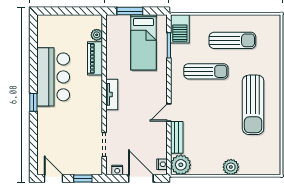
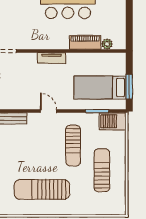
window: (130, 11) -> (129, 87), moved
sun lounger: (232, 40) -> (102, 170), turned 180
door: (169, 113) -> (48, 111), moved

